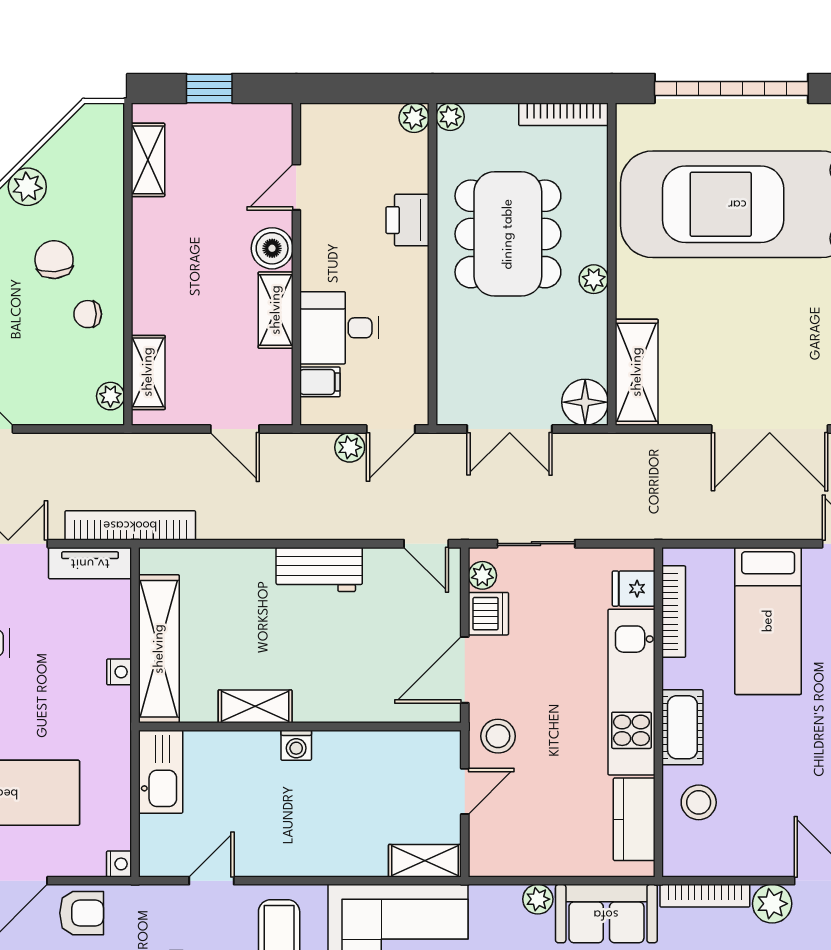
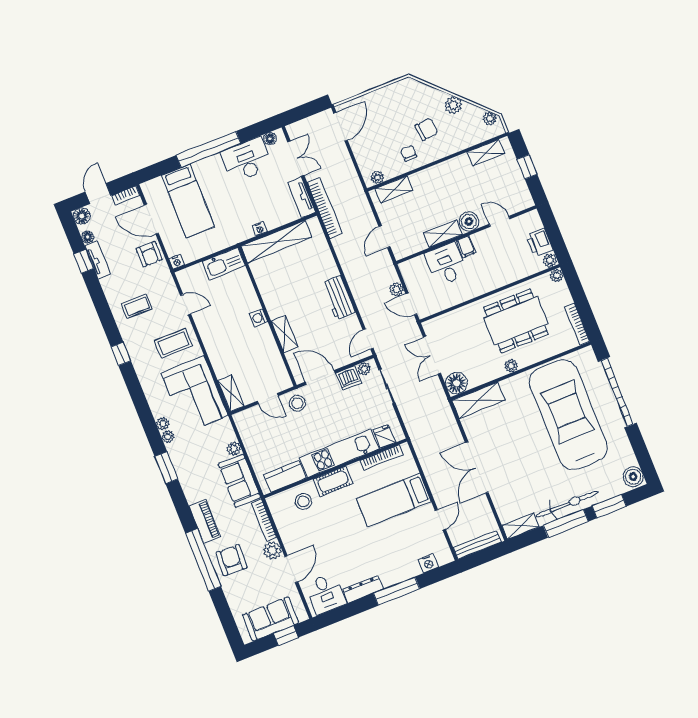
plant: (83, 125) -> (490, 119), added
printer: (408, 220) -> (540, 243), moved, turned -90
filing cabinet: (320, 382) -> (466, 247), moved
shelving: (255, 706) -> (284, 334), moved

